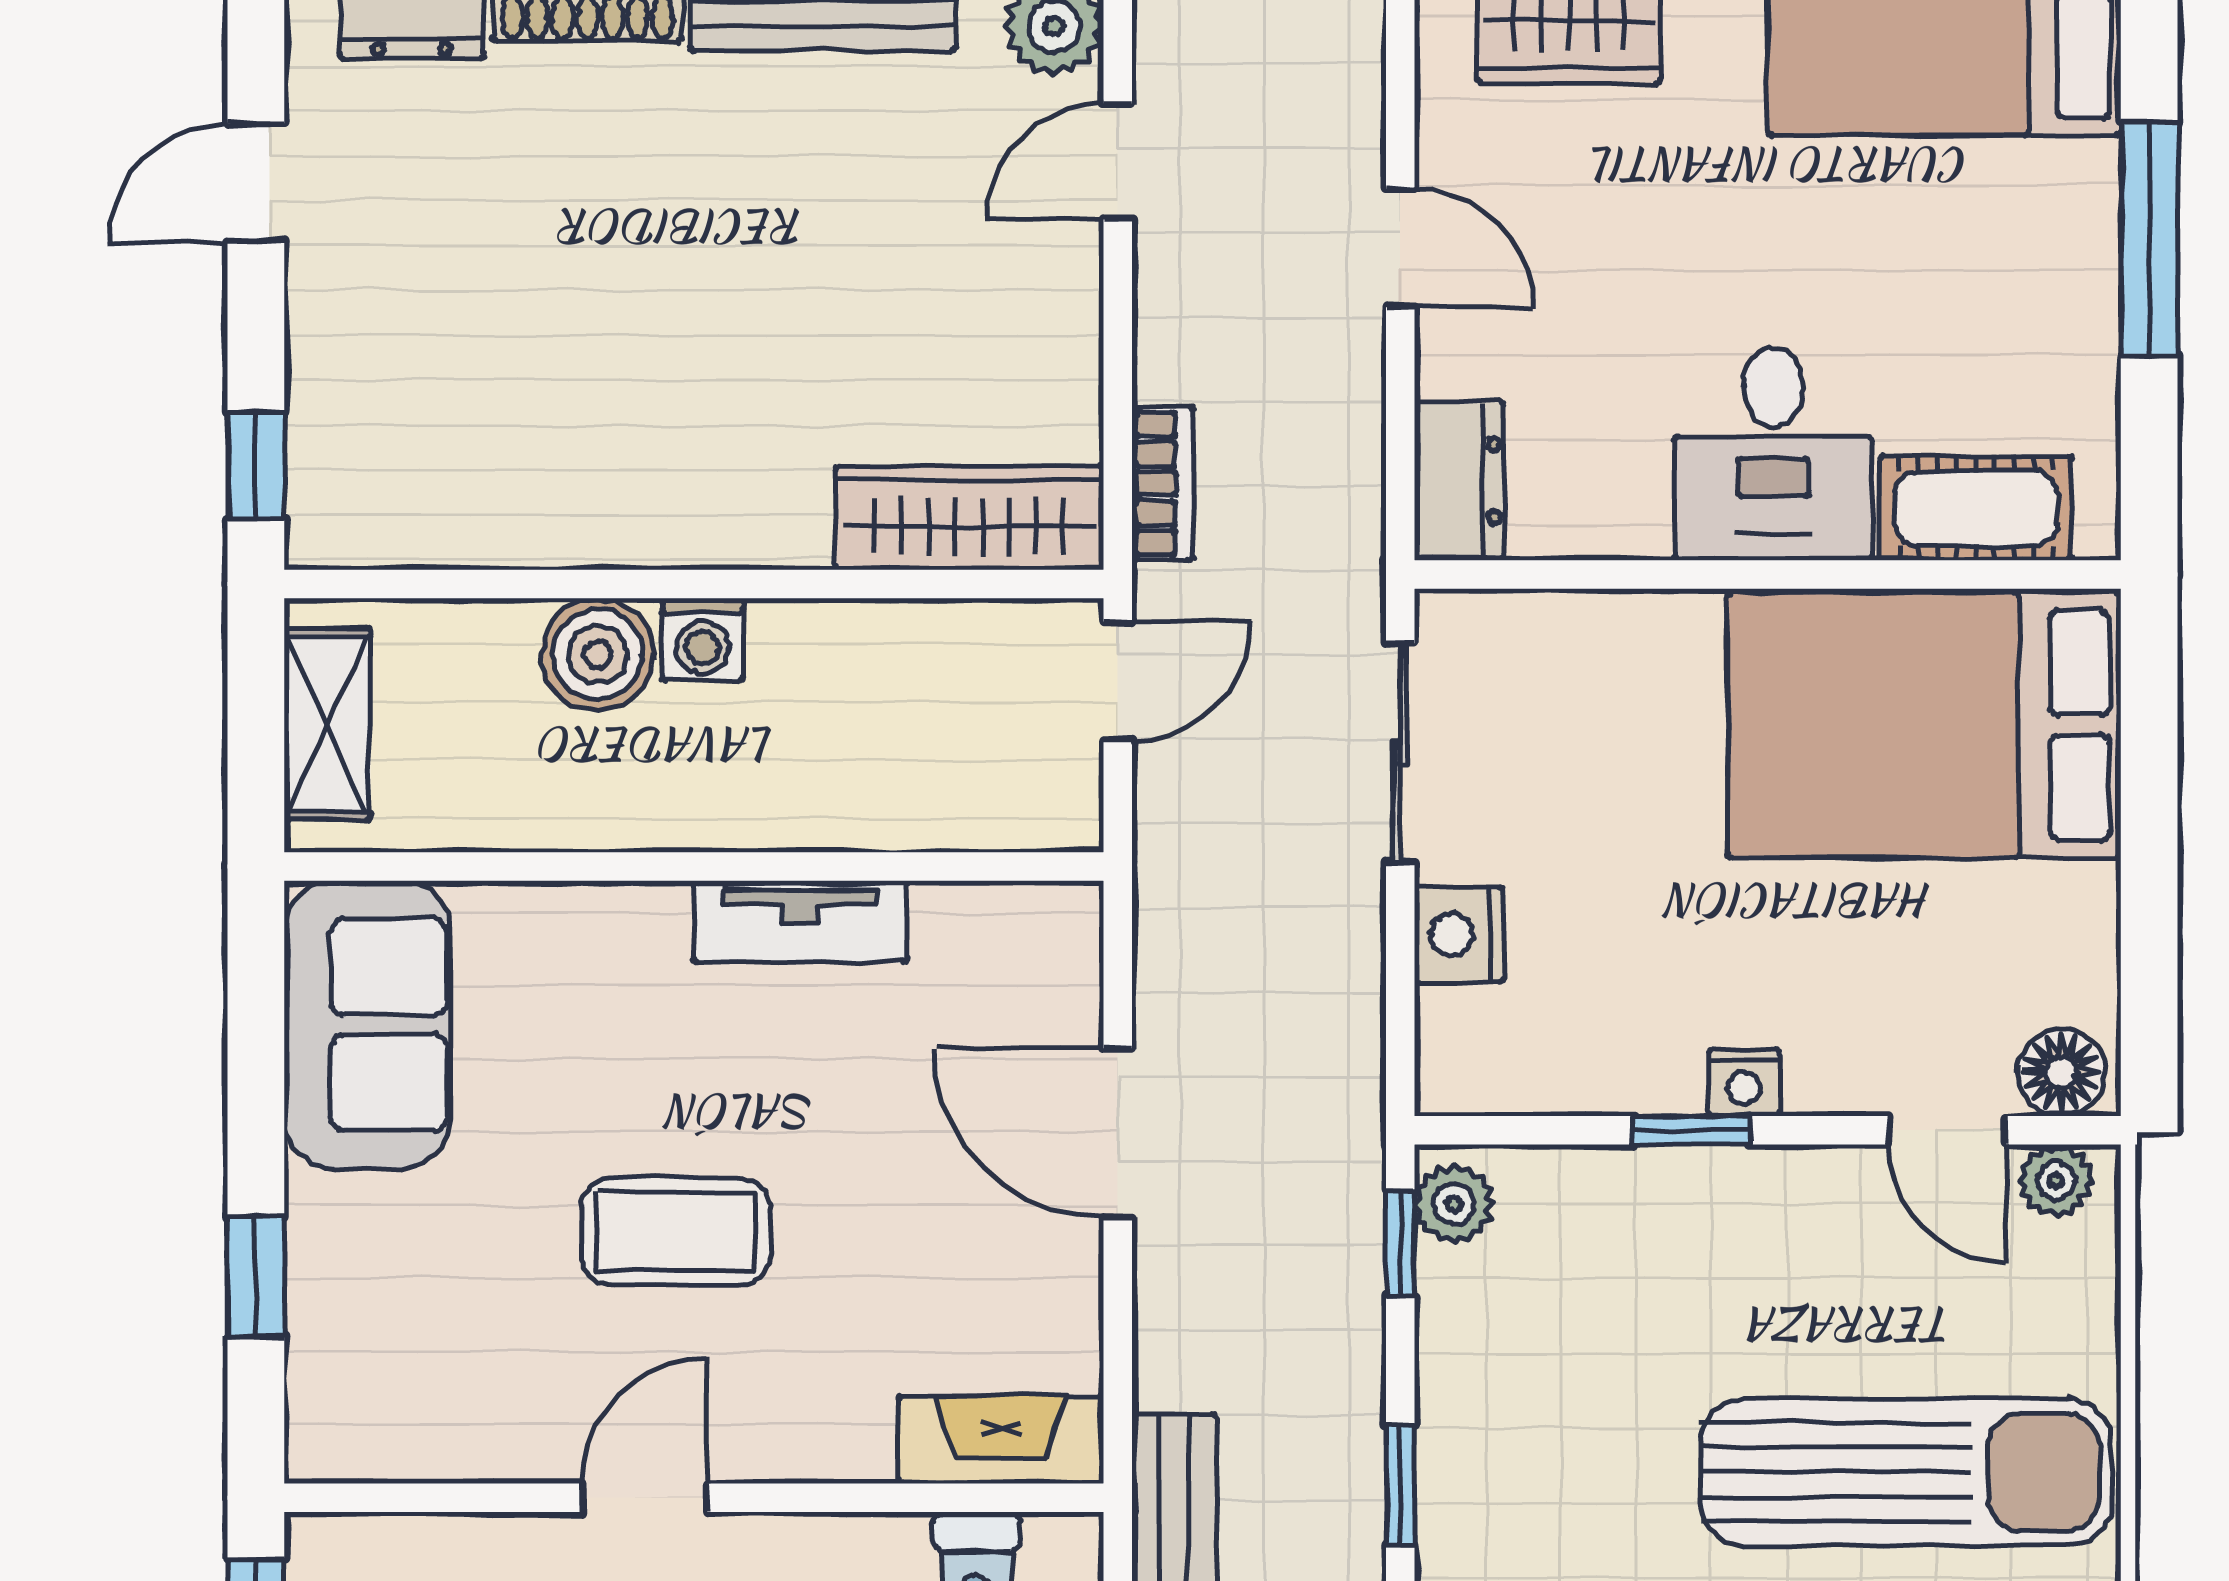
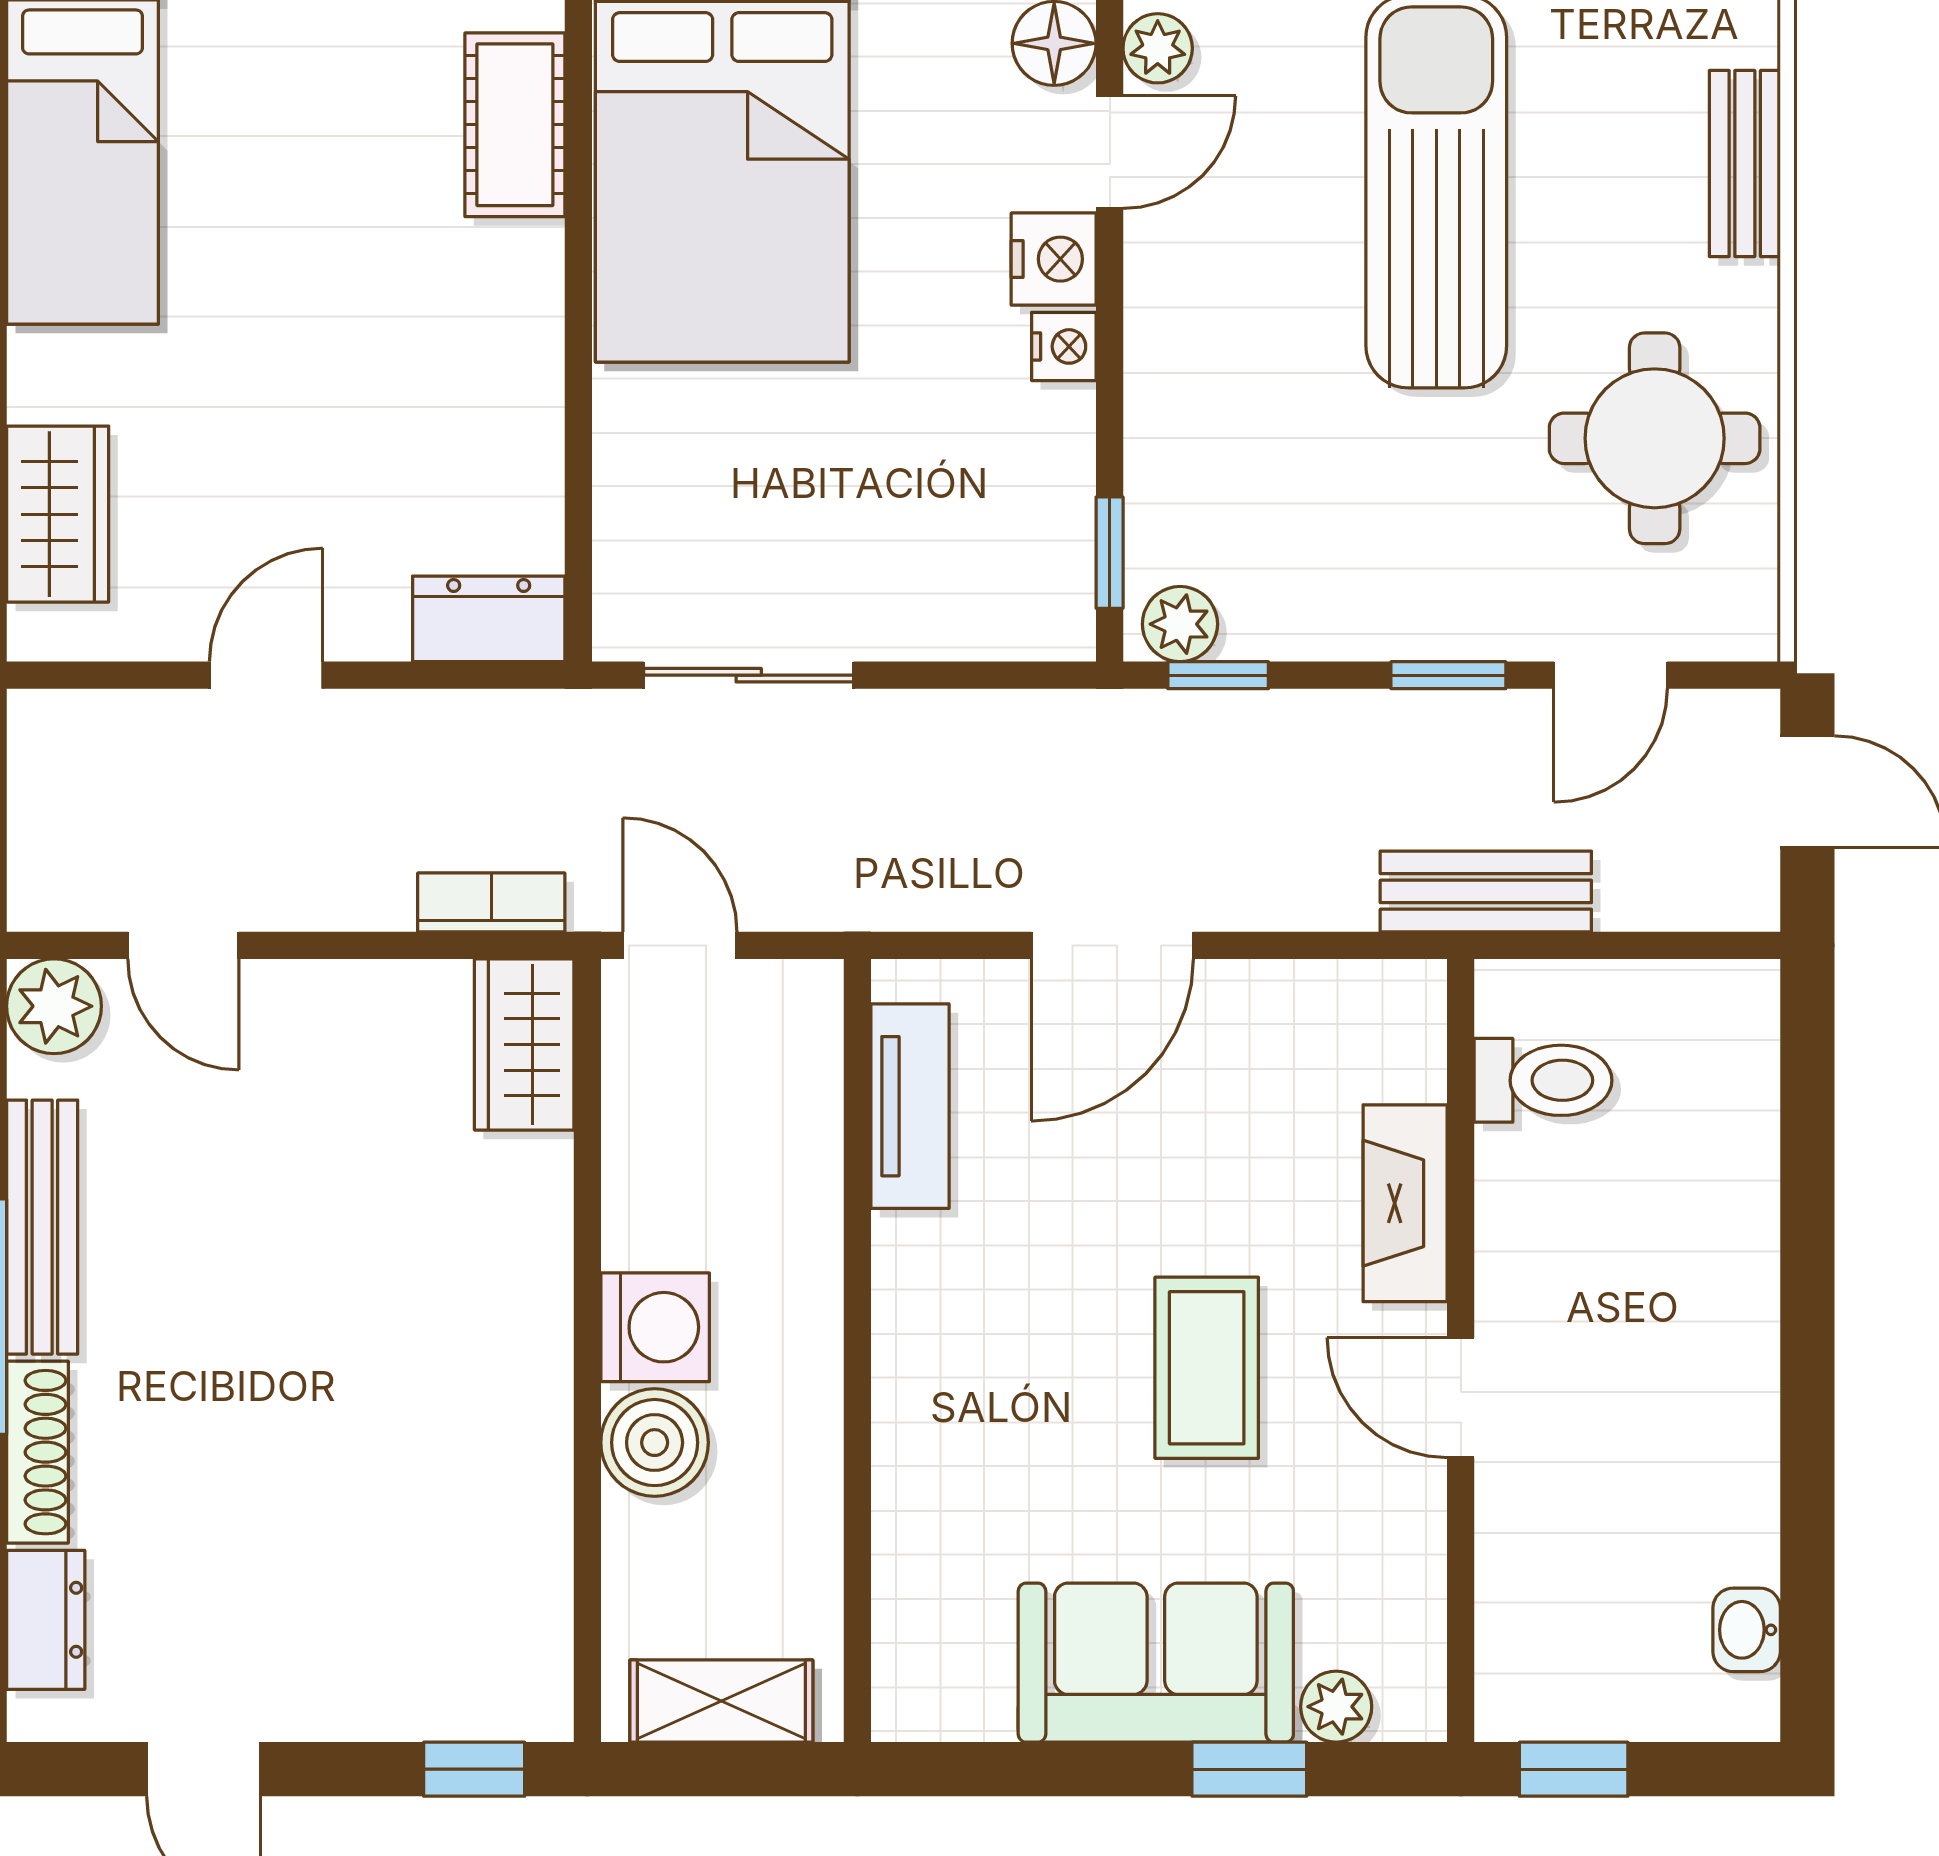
desk: (1773, 454) -> (463, 318), removed
wardrobe: (969, 518) -> (524, 1044), width x0.67
washing machine: (703, 639) -> (655, 1327), width x1.38, depth x1.38
tv unit: (800, 922) -> (910, 1106), moved
nightstand: (1459, 934) -> (1054, 259), moved, turned -90
sofa: (367, 1025) -> (1156, 1663), moved
window: (1691, 1130) -> (1110, 553), moved
plant: (321, 1367) -> (1336, 1707), added
fireplace: (1001, 1440) -> (1405, 1203), moved

